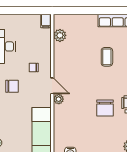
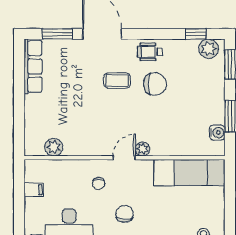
filing cabinet: (46, 21) -> (34, 190), moved
coffee table: (107, 57) -> (117, 81), moved

